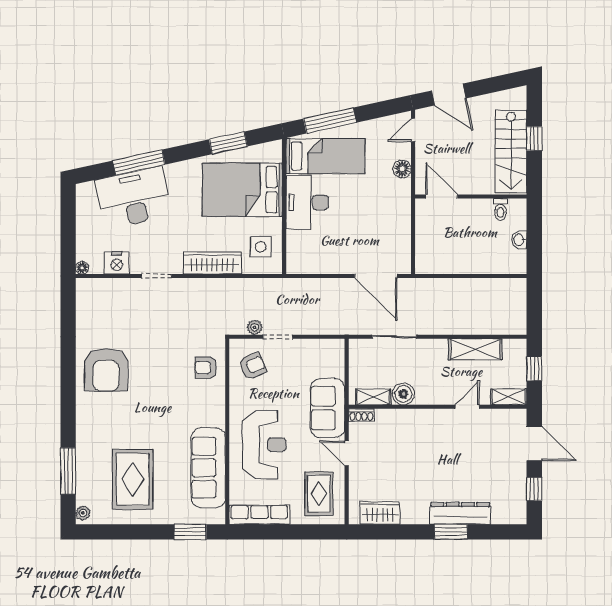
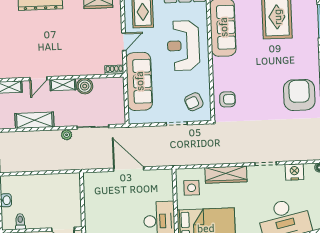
door: (376, 276) -> (129, 169), moved
plant: (255, 327) -> (67, 135), moved
shelving: (373, 397) -> (63, 85), moved
sofa: (328, 408) -> (139, 81), width x1.36
door: (347, 453) -> (124, 42), hinge flipped

